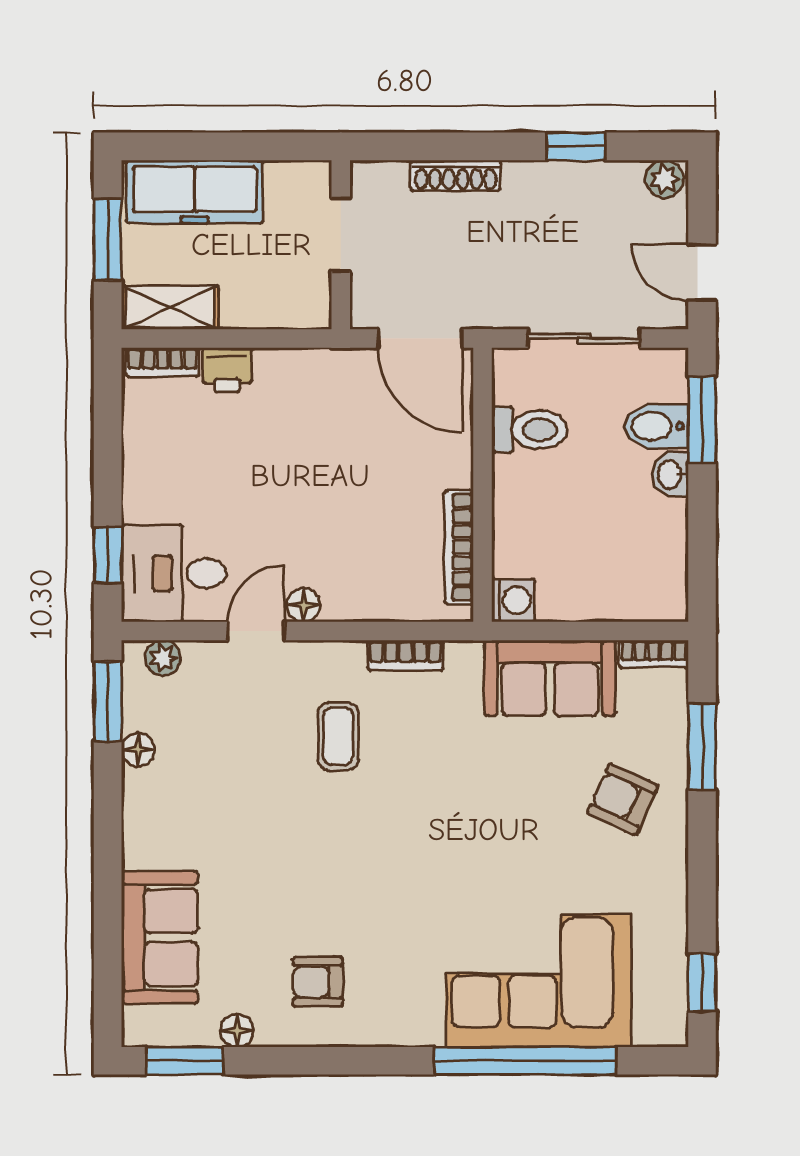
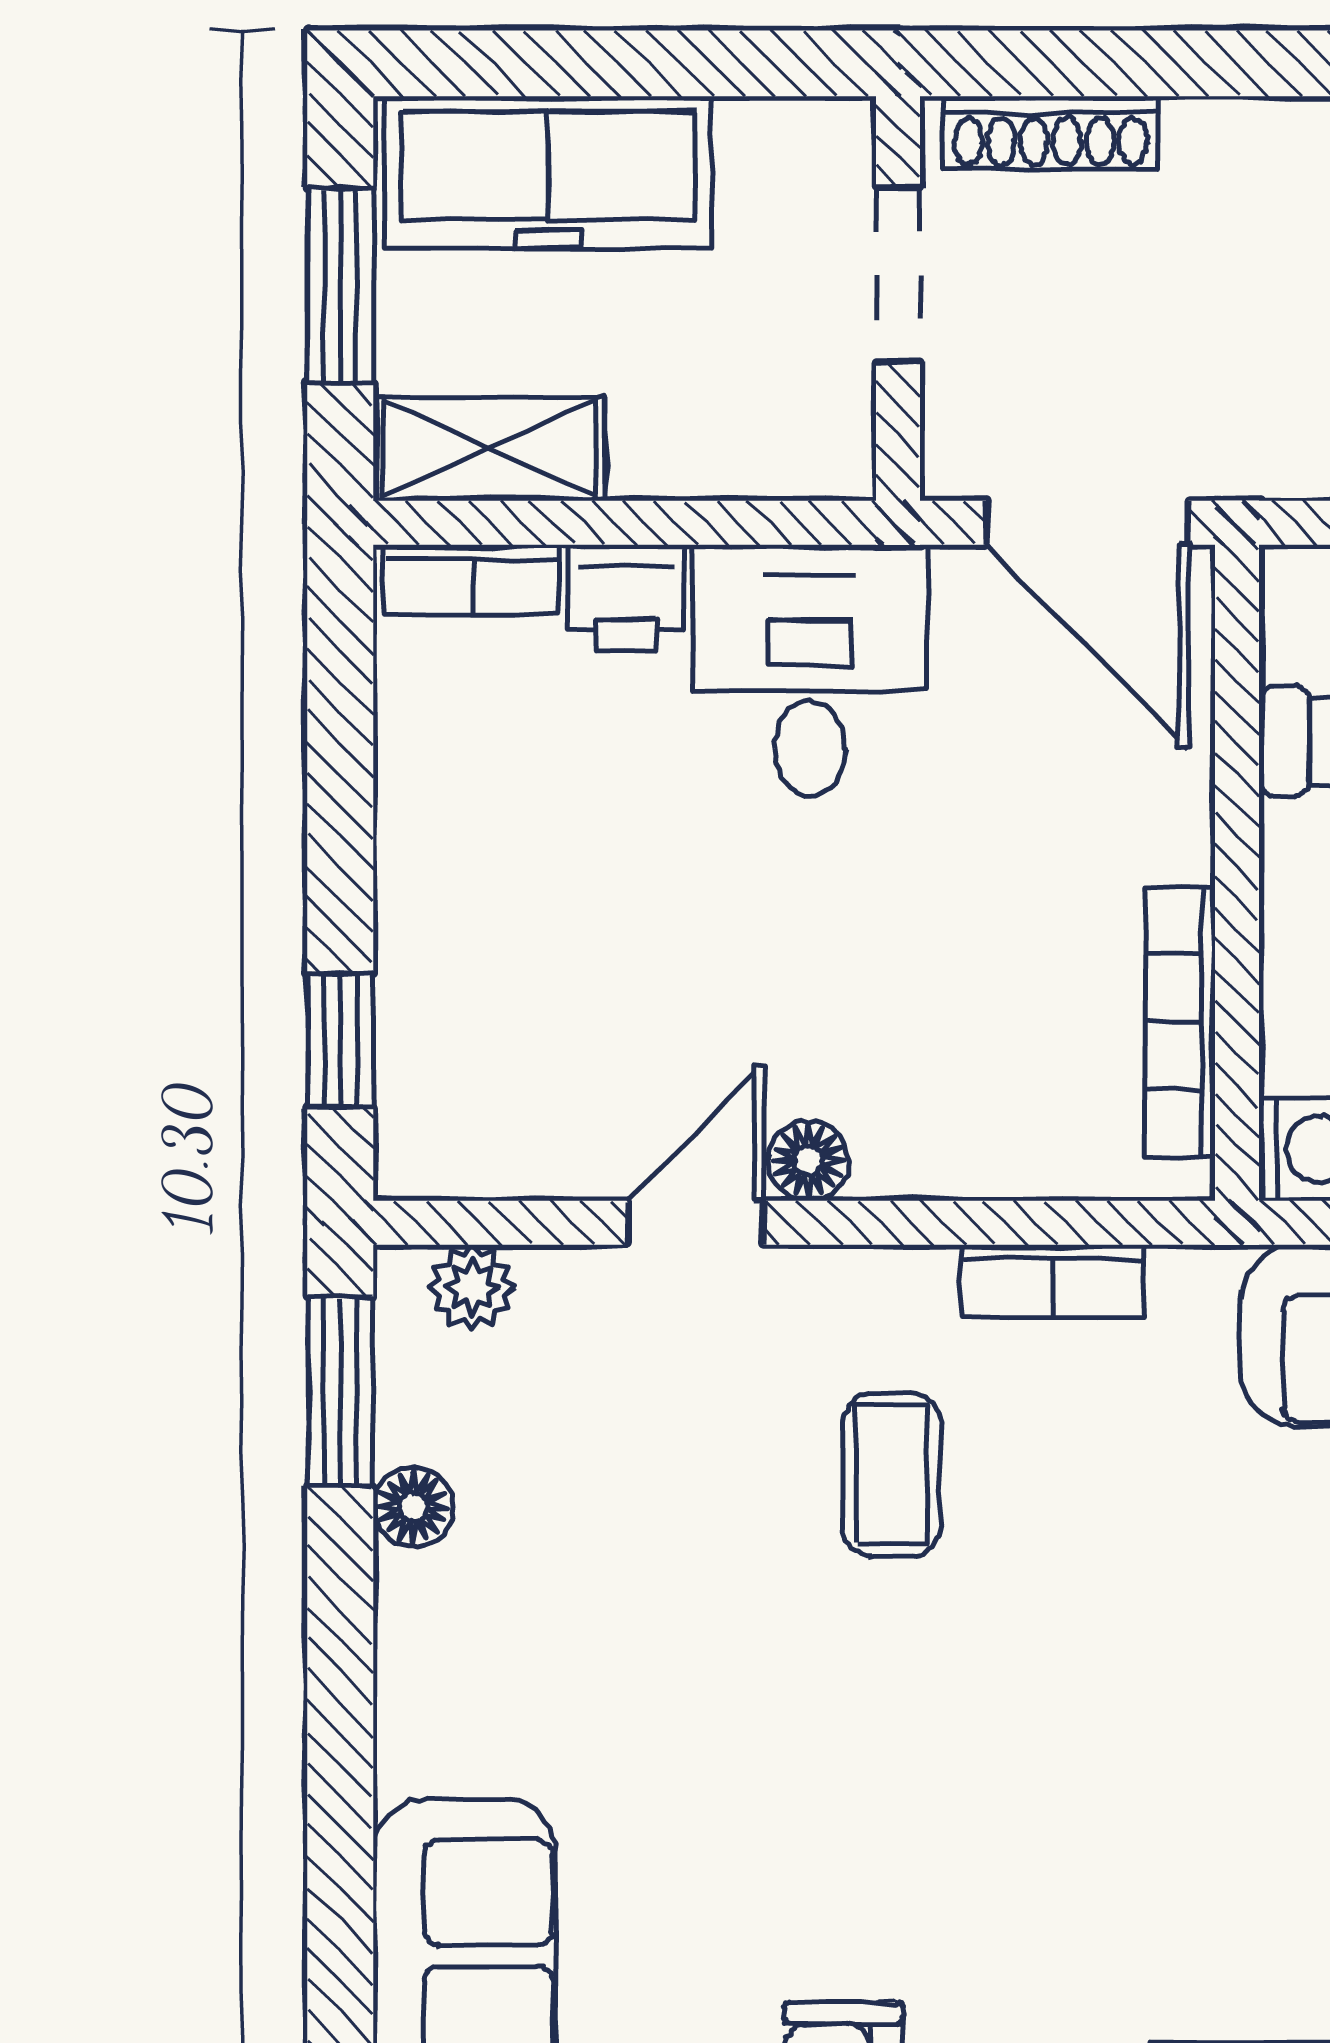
shoe rack: (456, 175) -> (1051, 133), moved
desk: (174, 573) -> (810, 670), moved, turned 90

